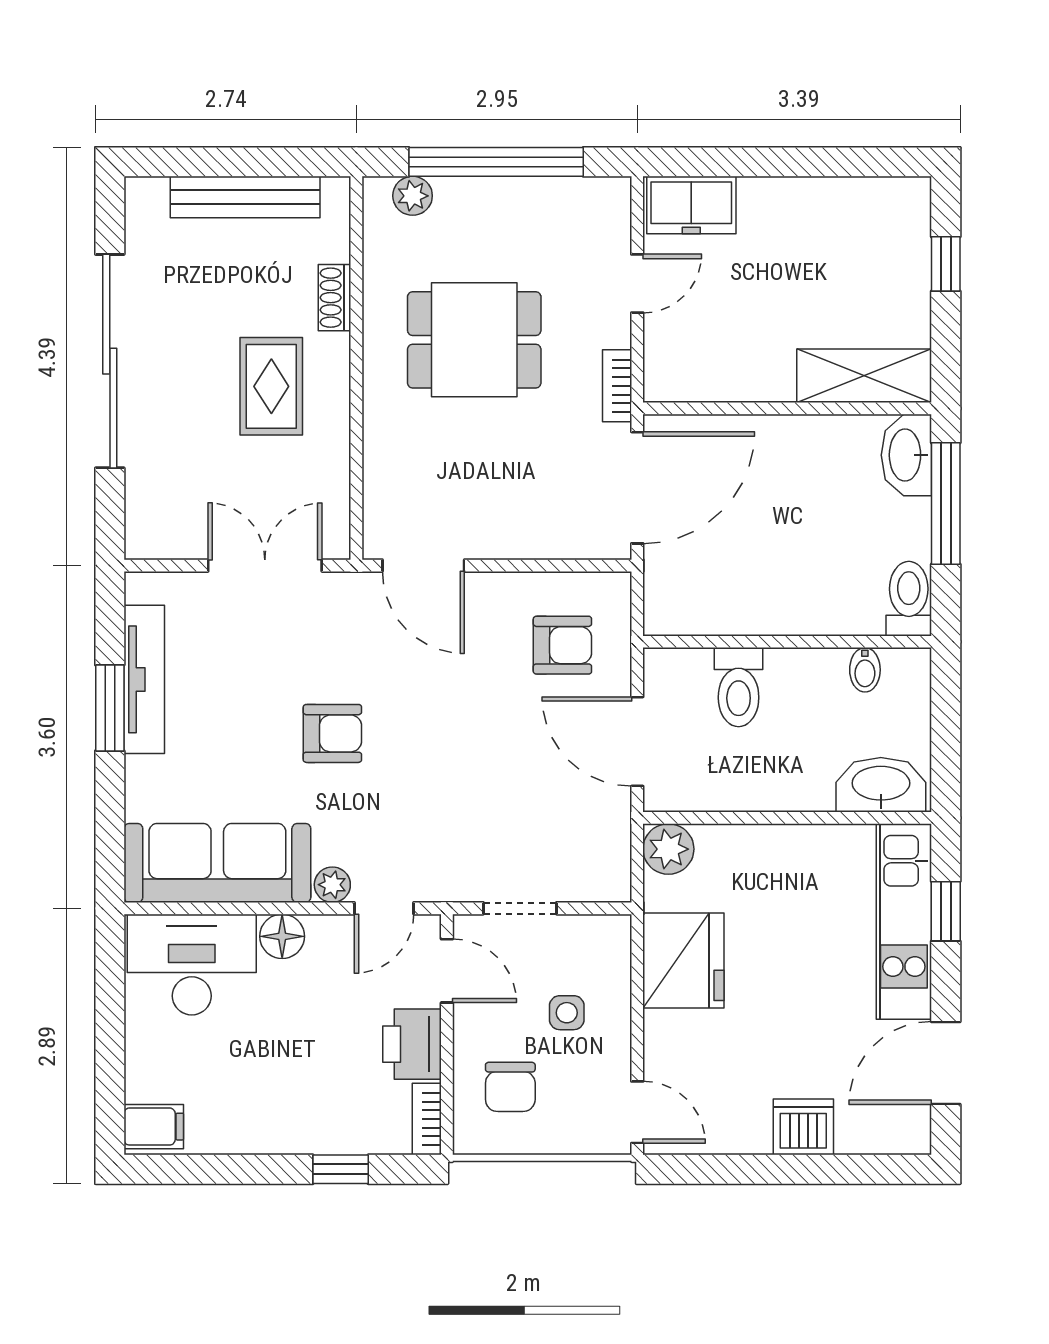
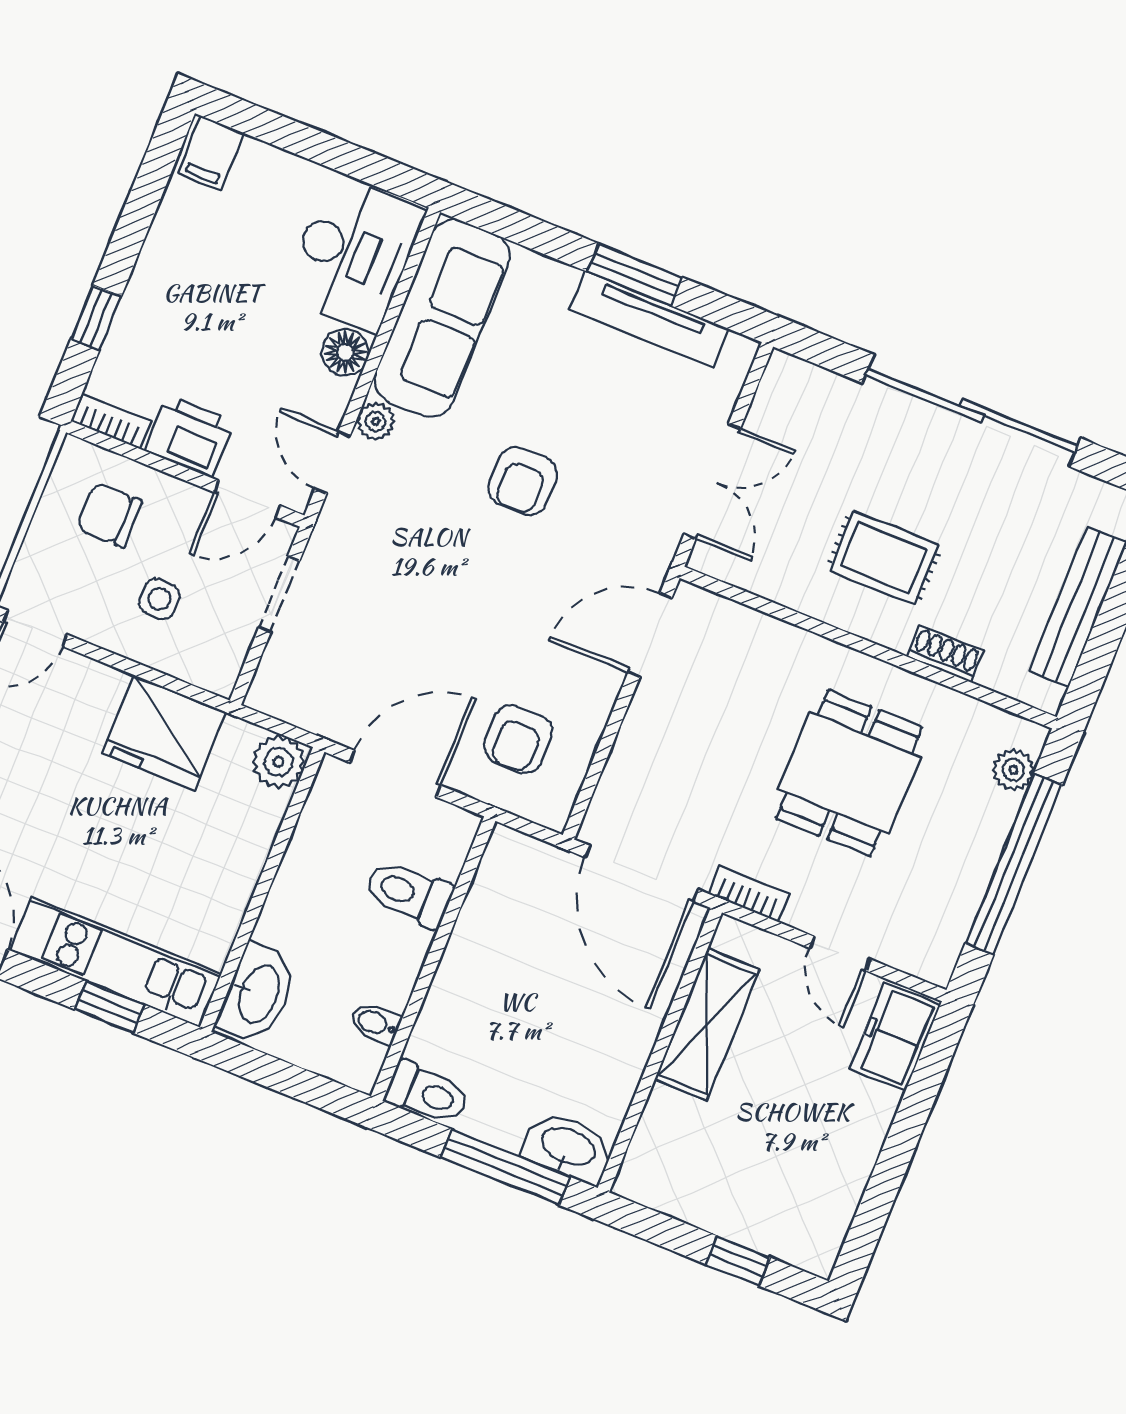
shelving: (864, 376) -> (707, 1025), moved

